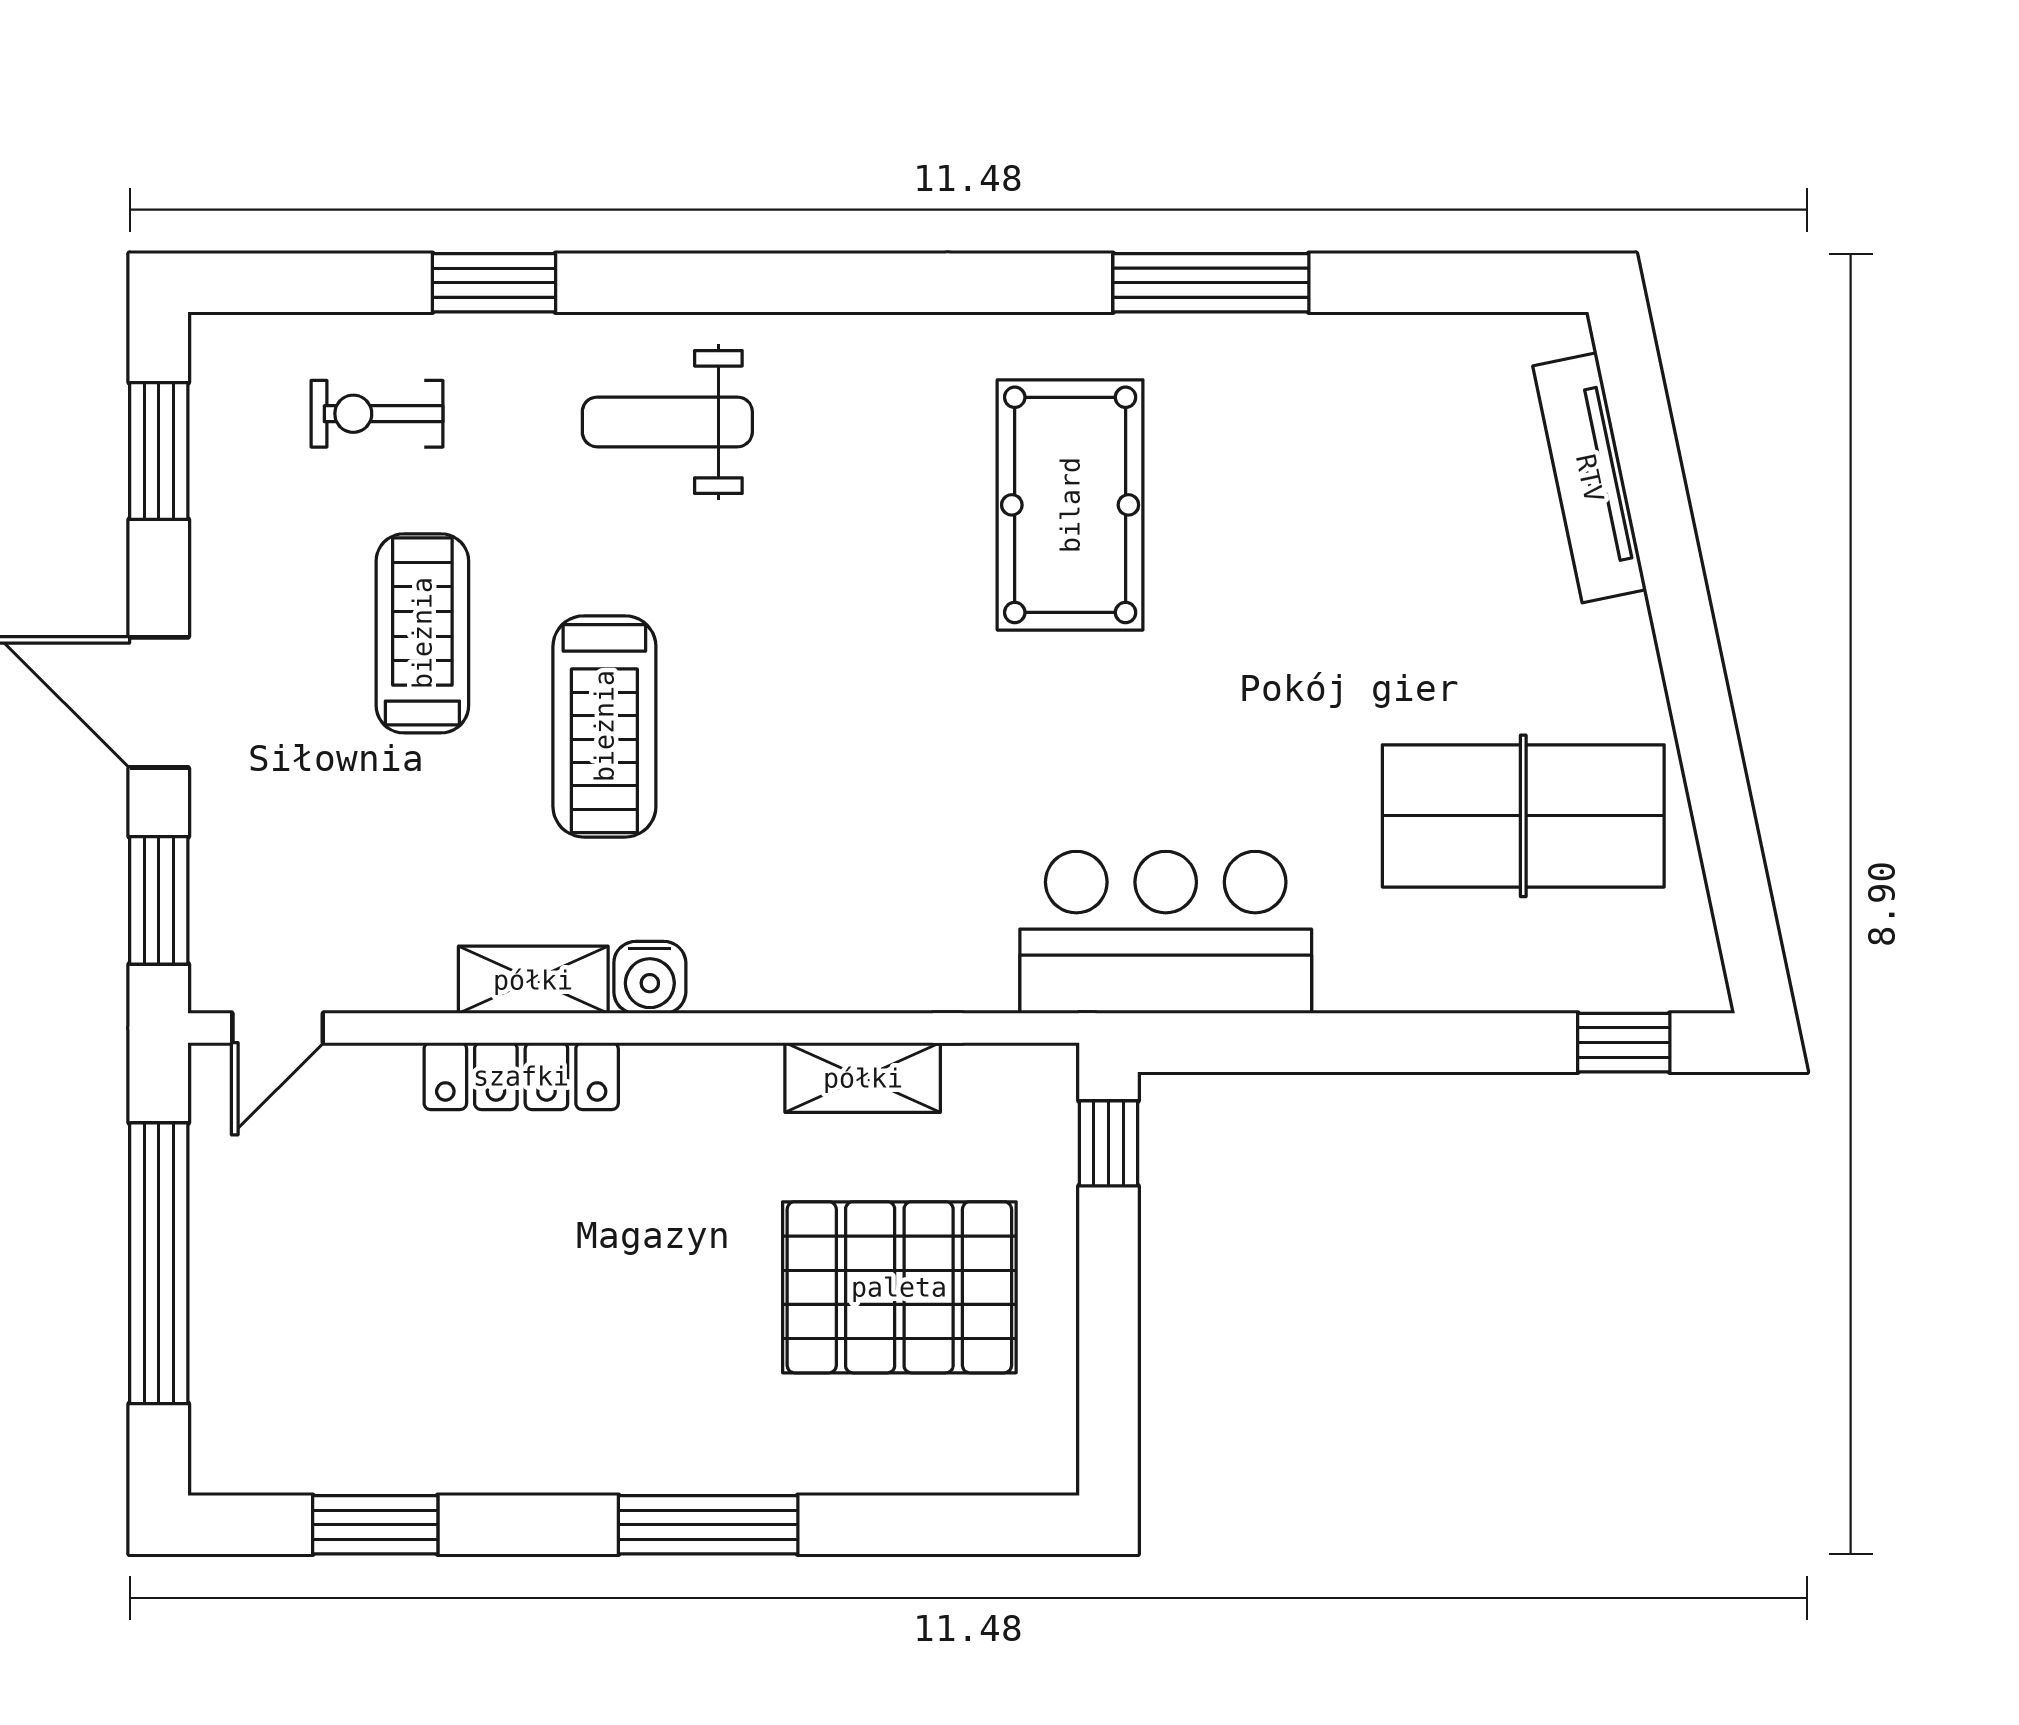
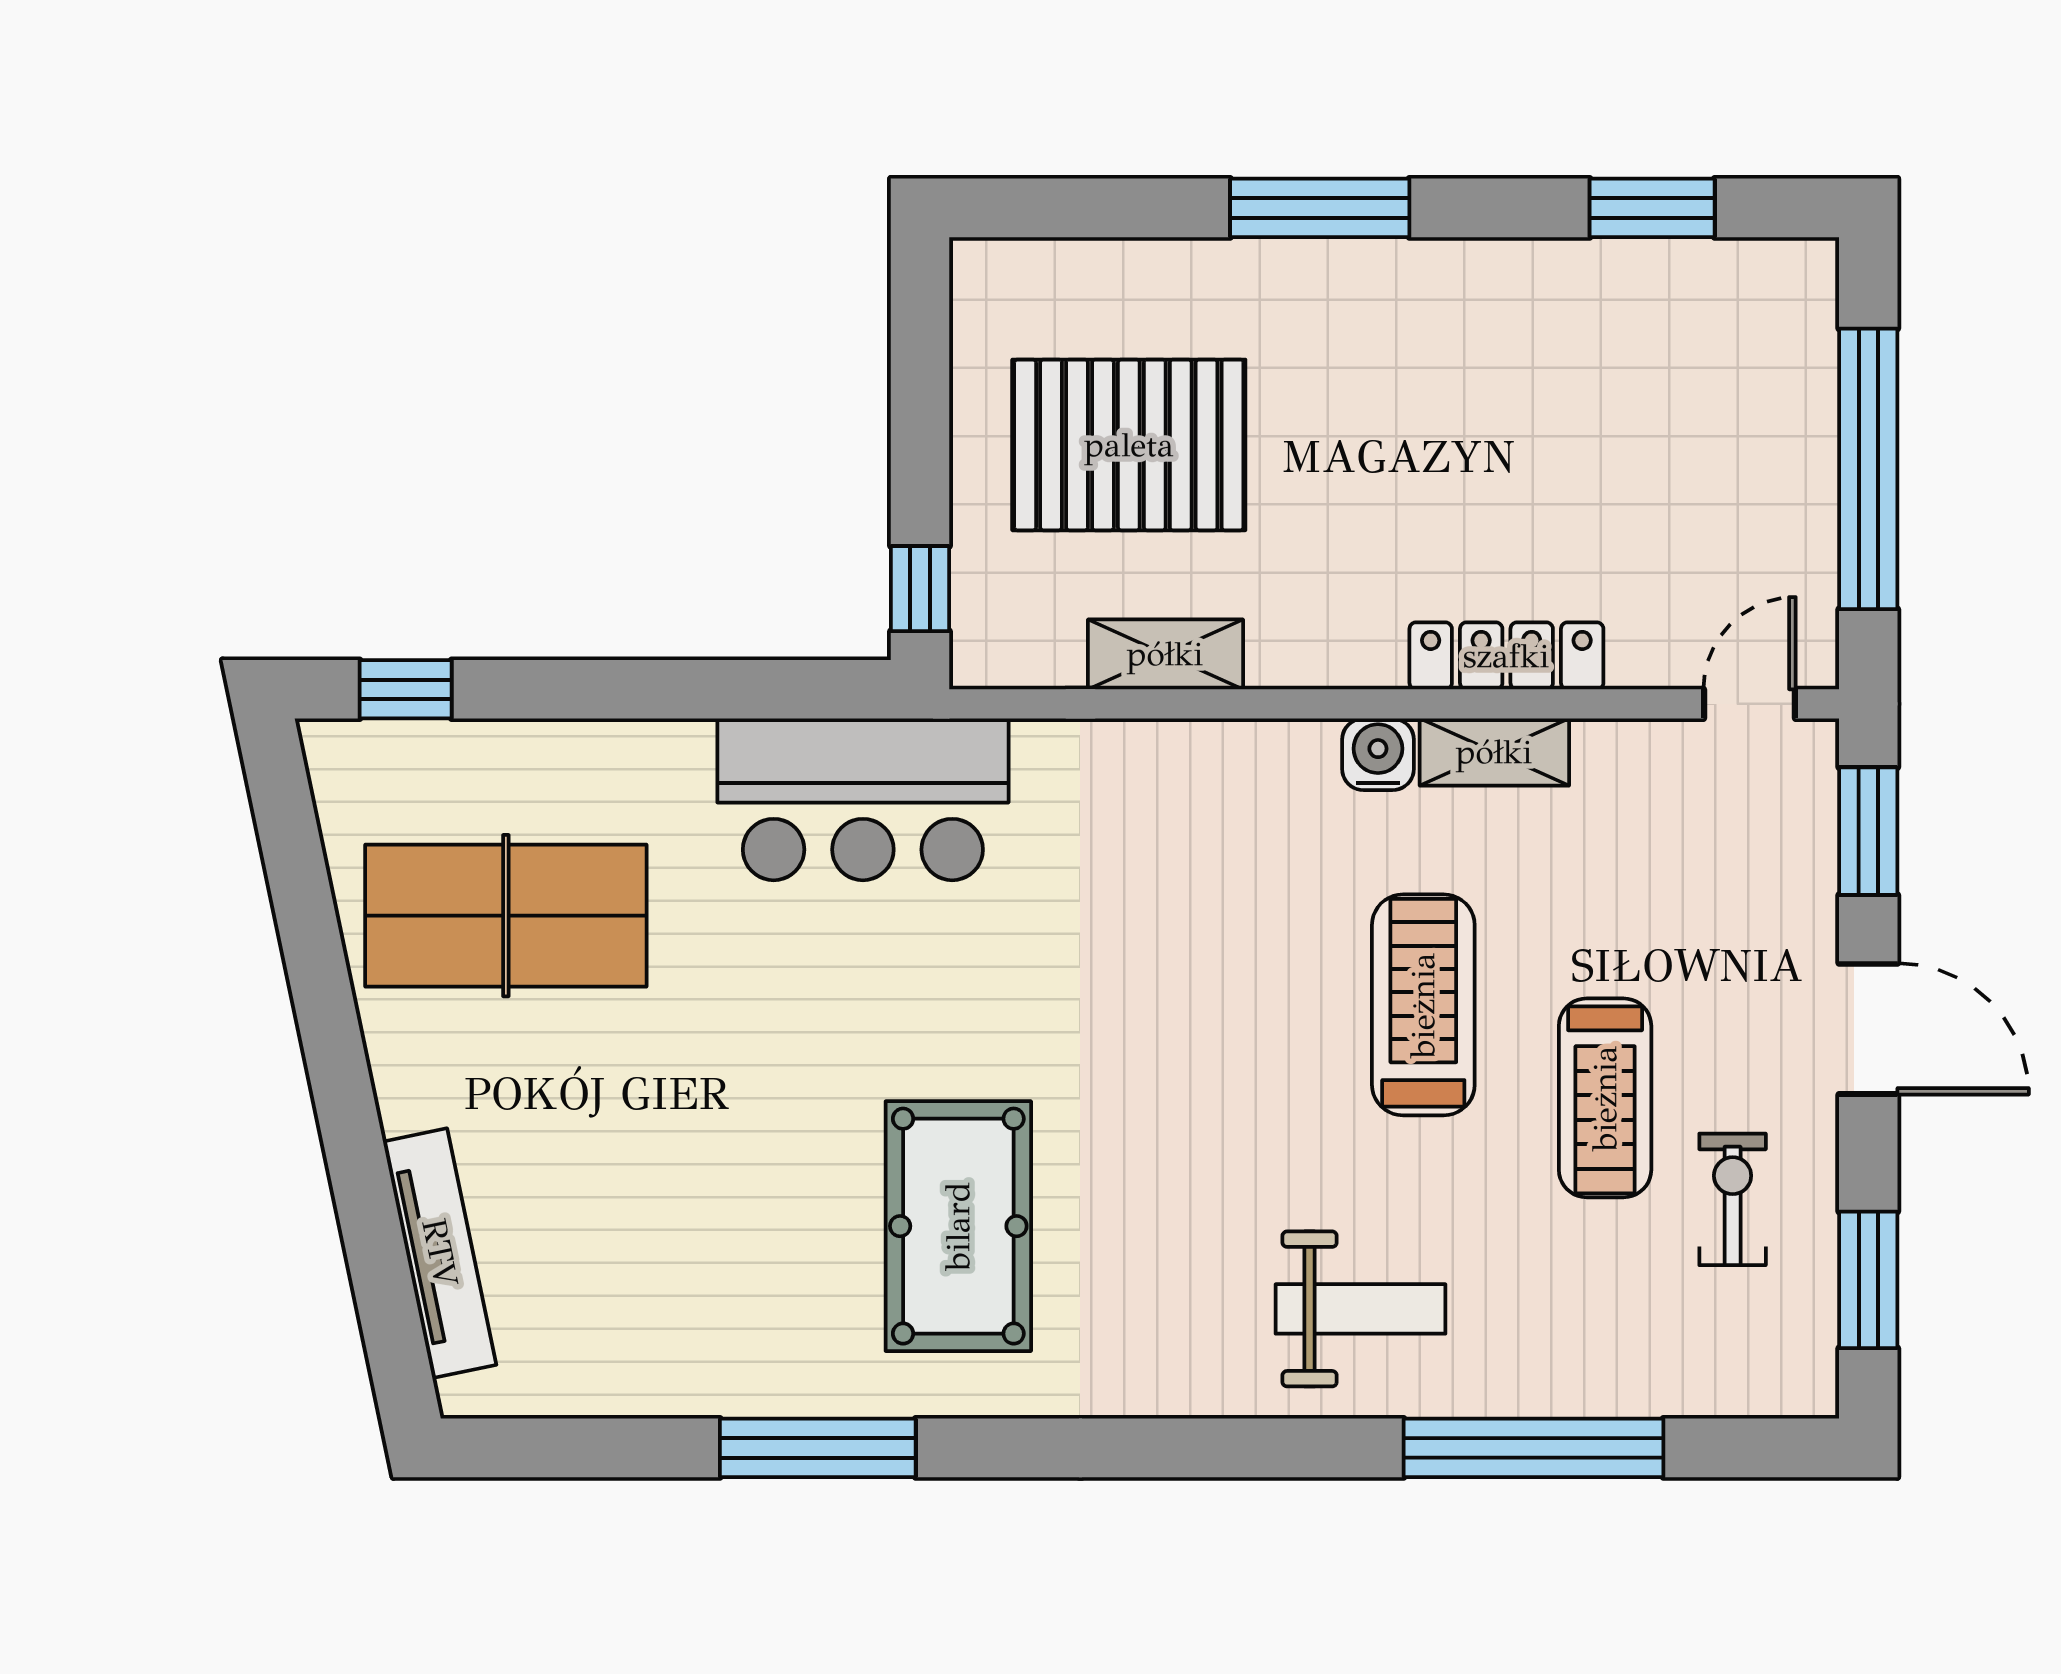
window: (494, 283) -> (1534, 1448), width x2.11
exercise bike: (377, 414) -> (1733, 1199), moved, turned -90

